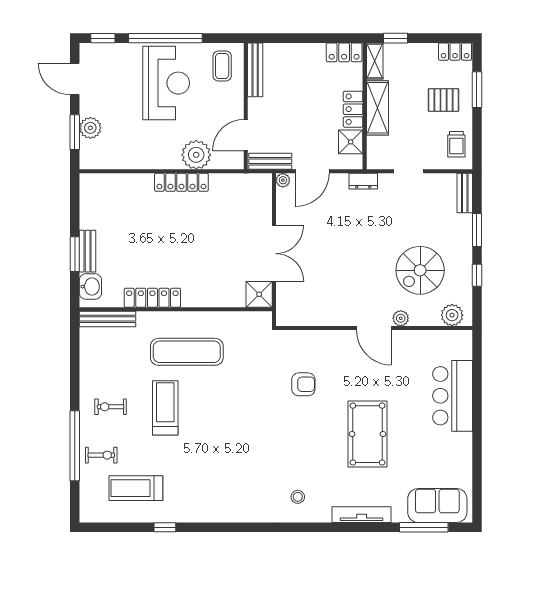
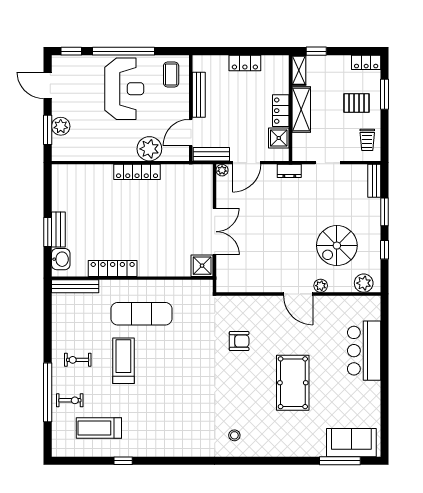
locker: (344, 52) -> (245, 63), moved
bench: (255, 70) -> (199, 95), moved
tv unit: (362, 515) -> (288, 450), removed

